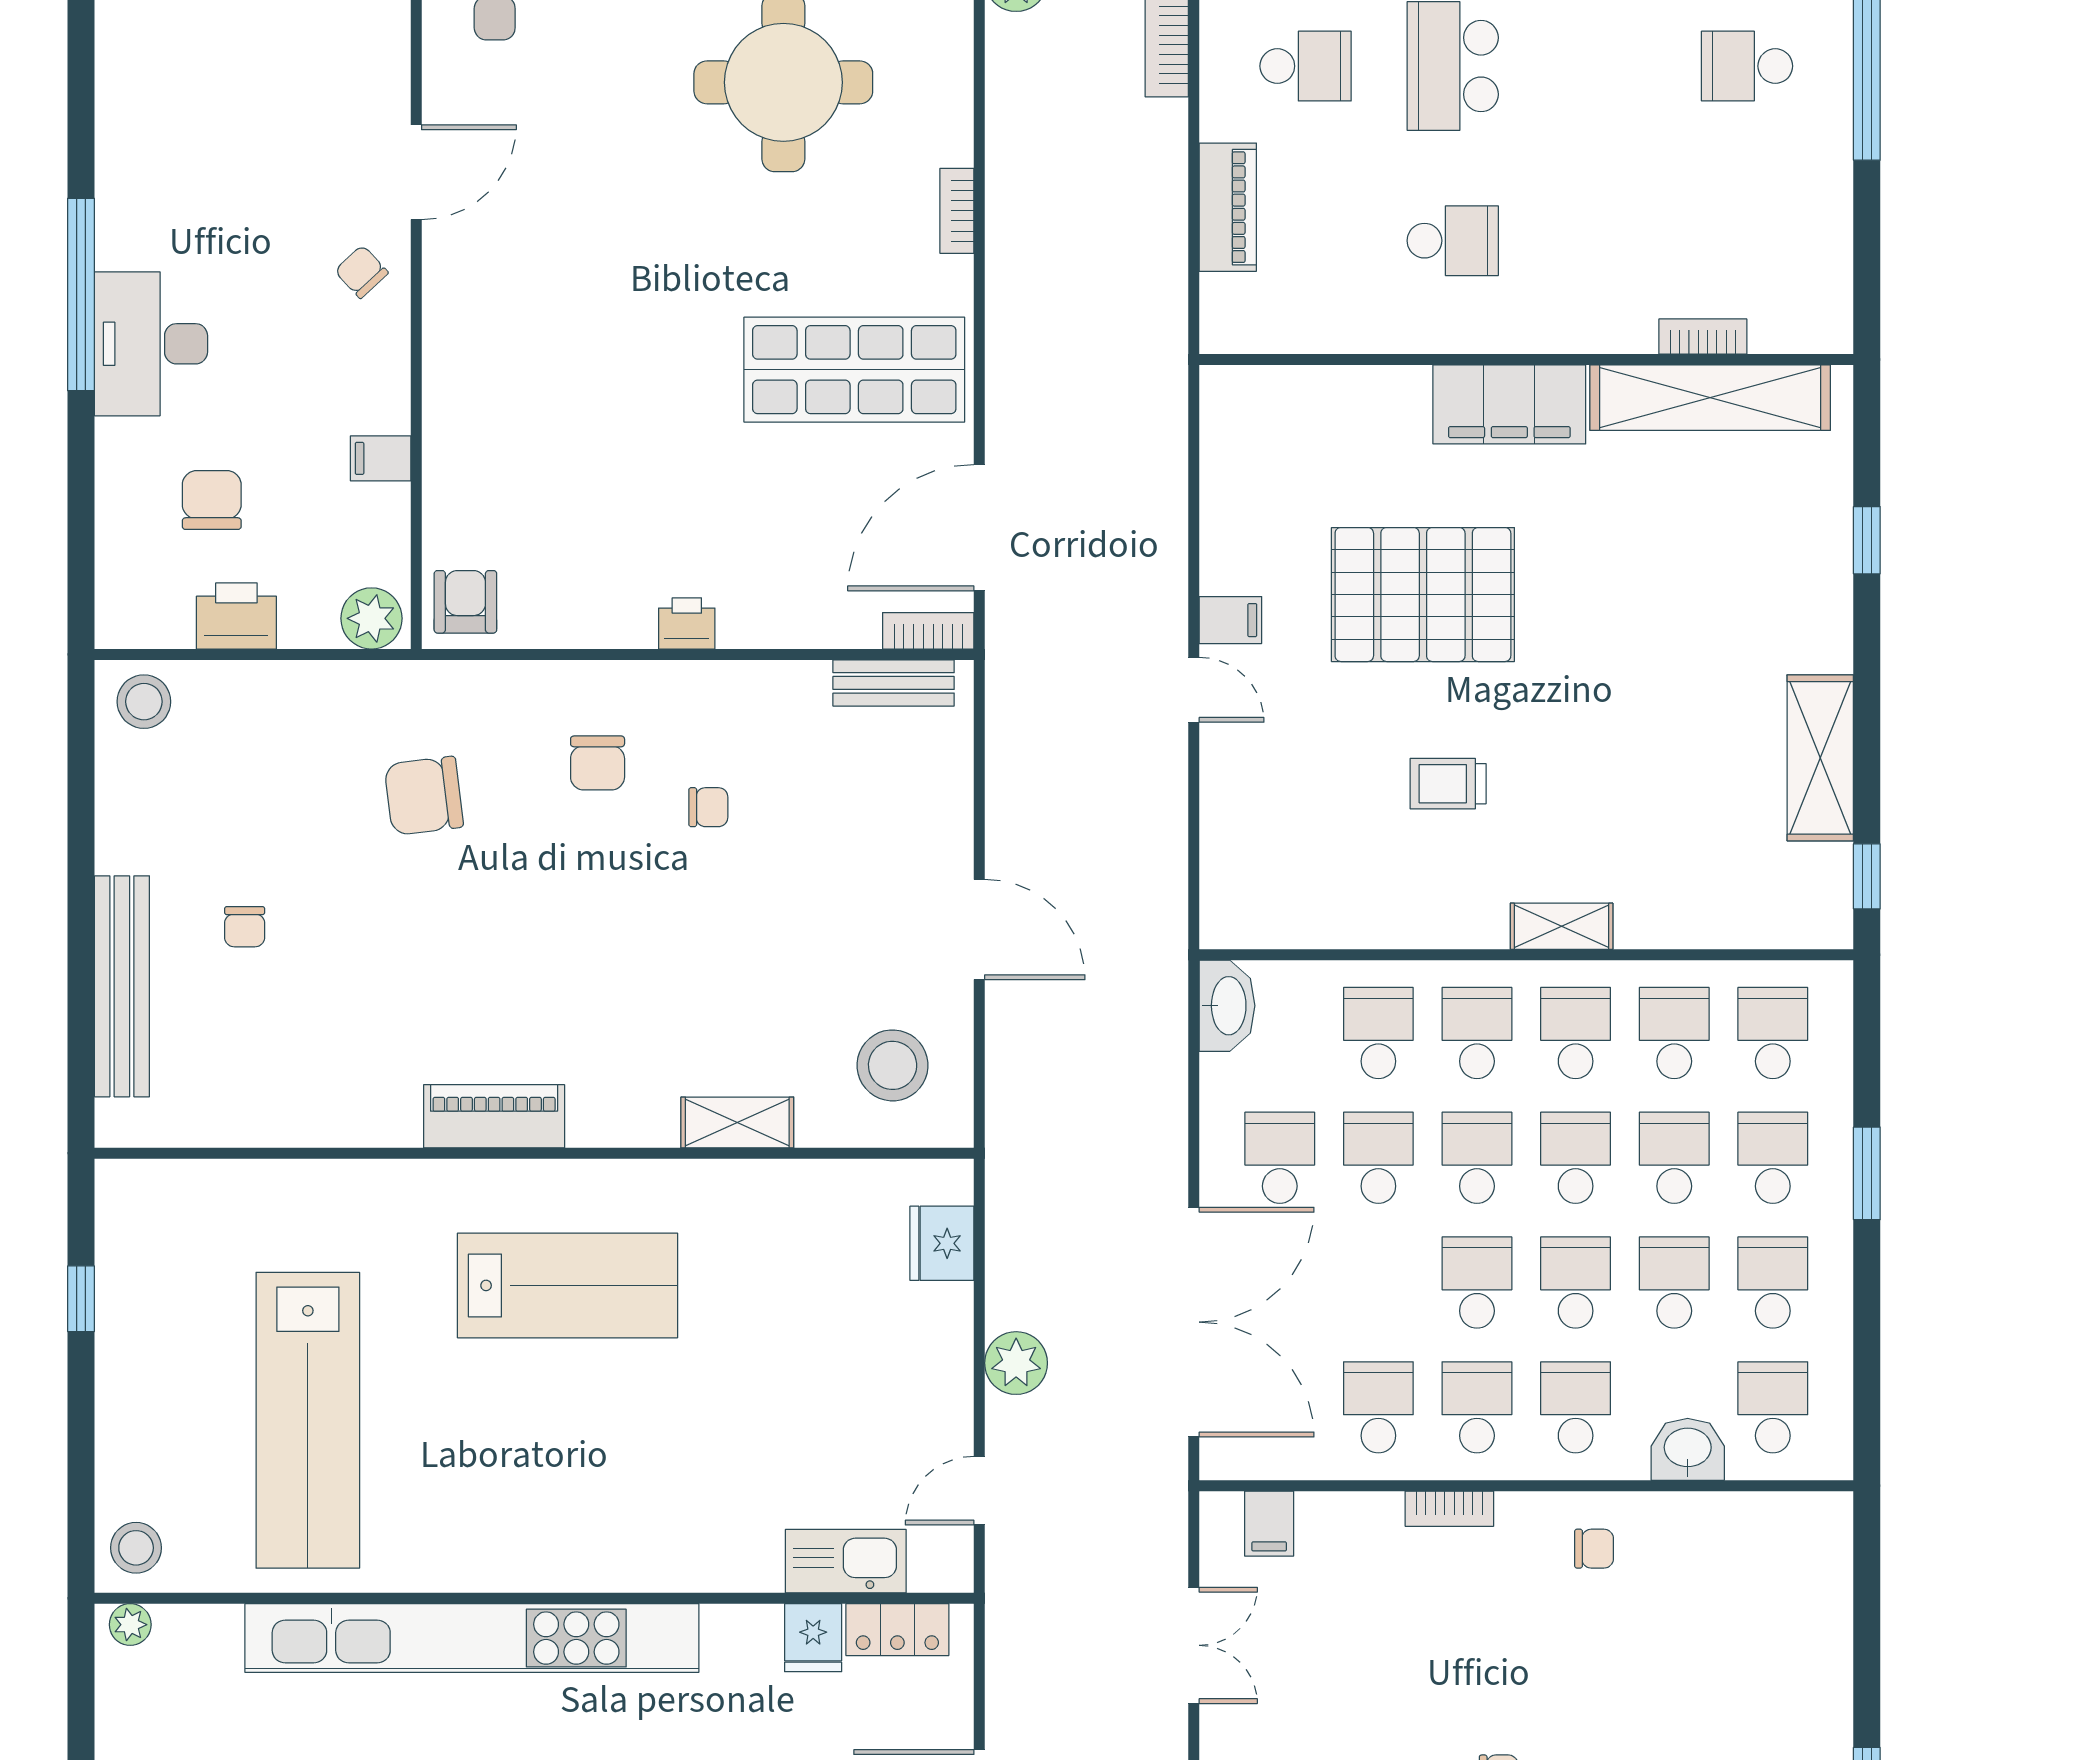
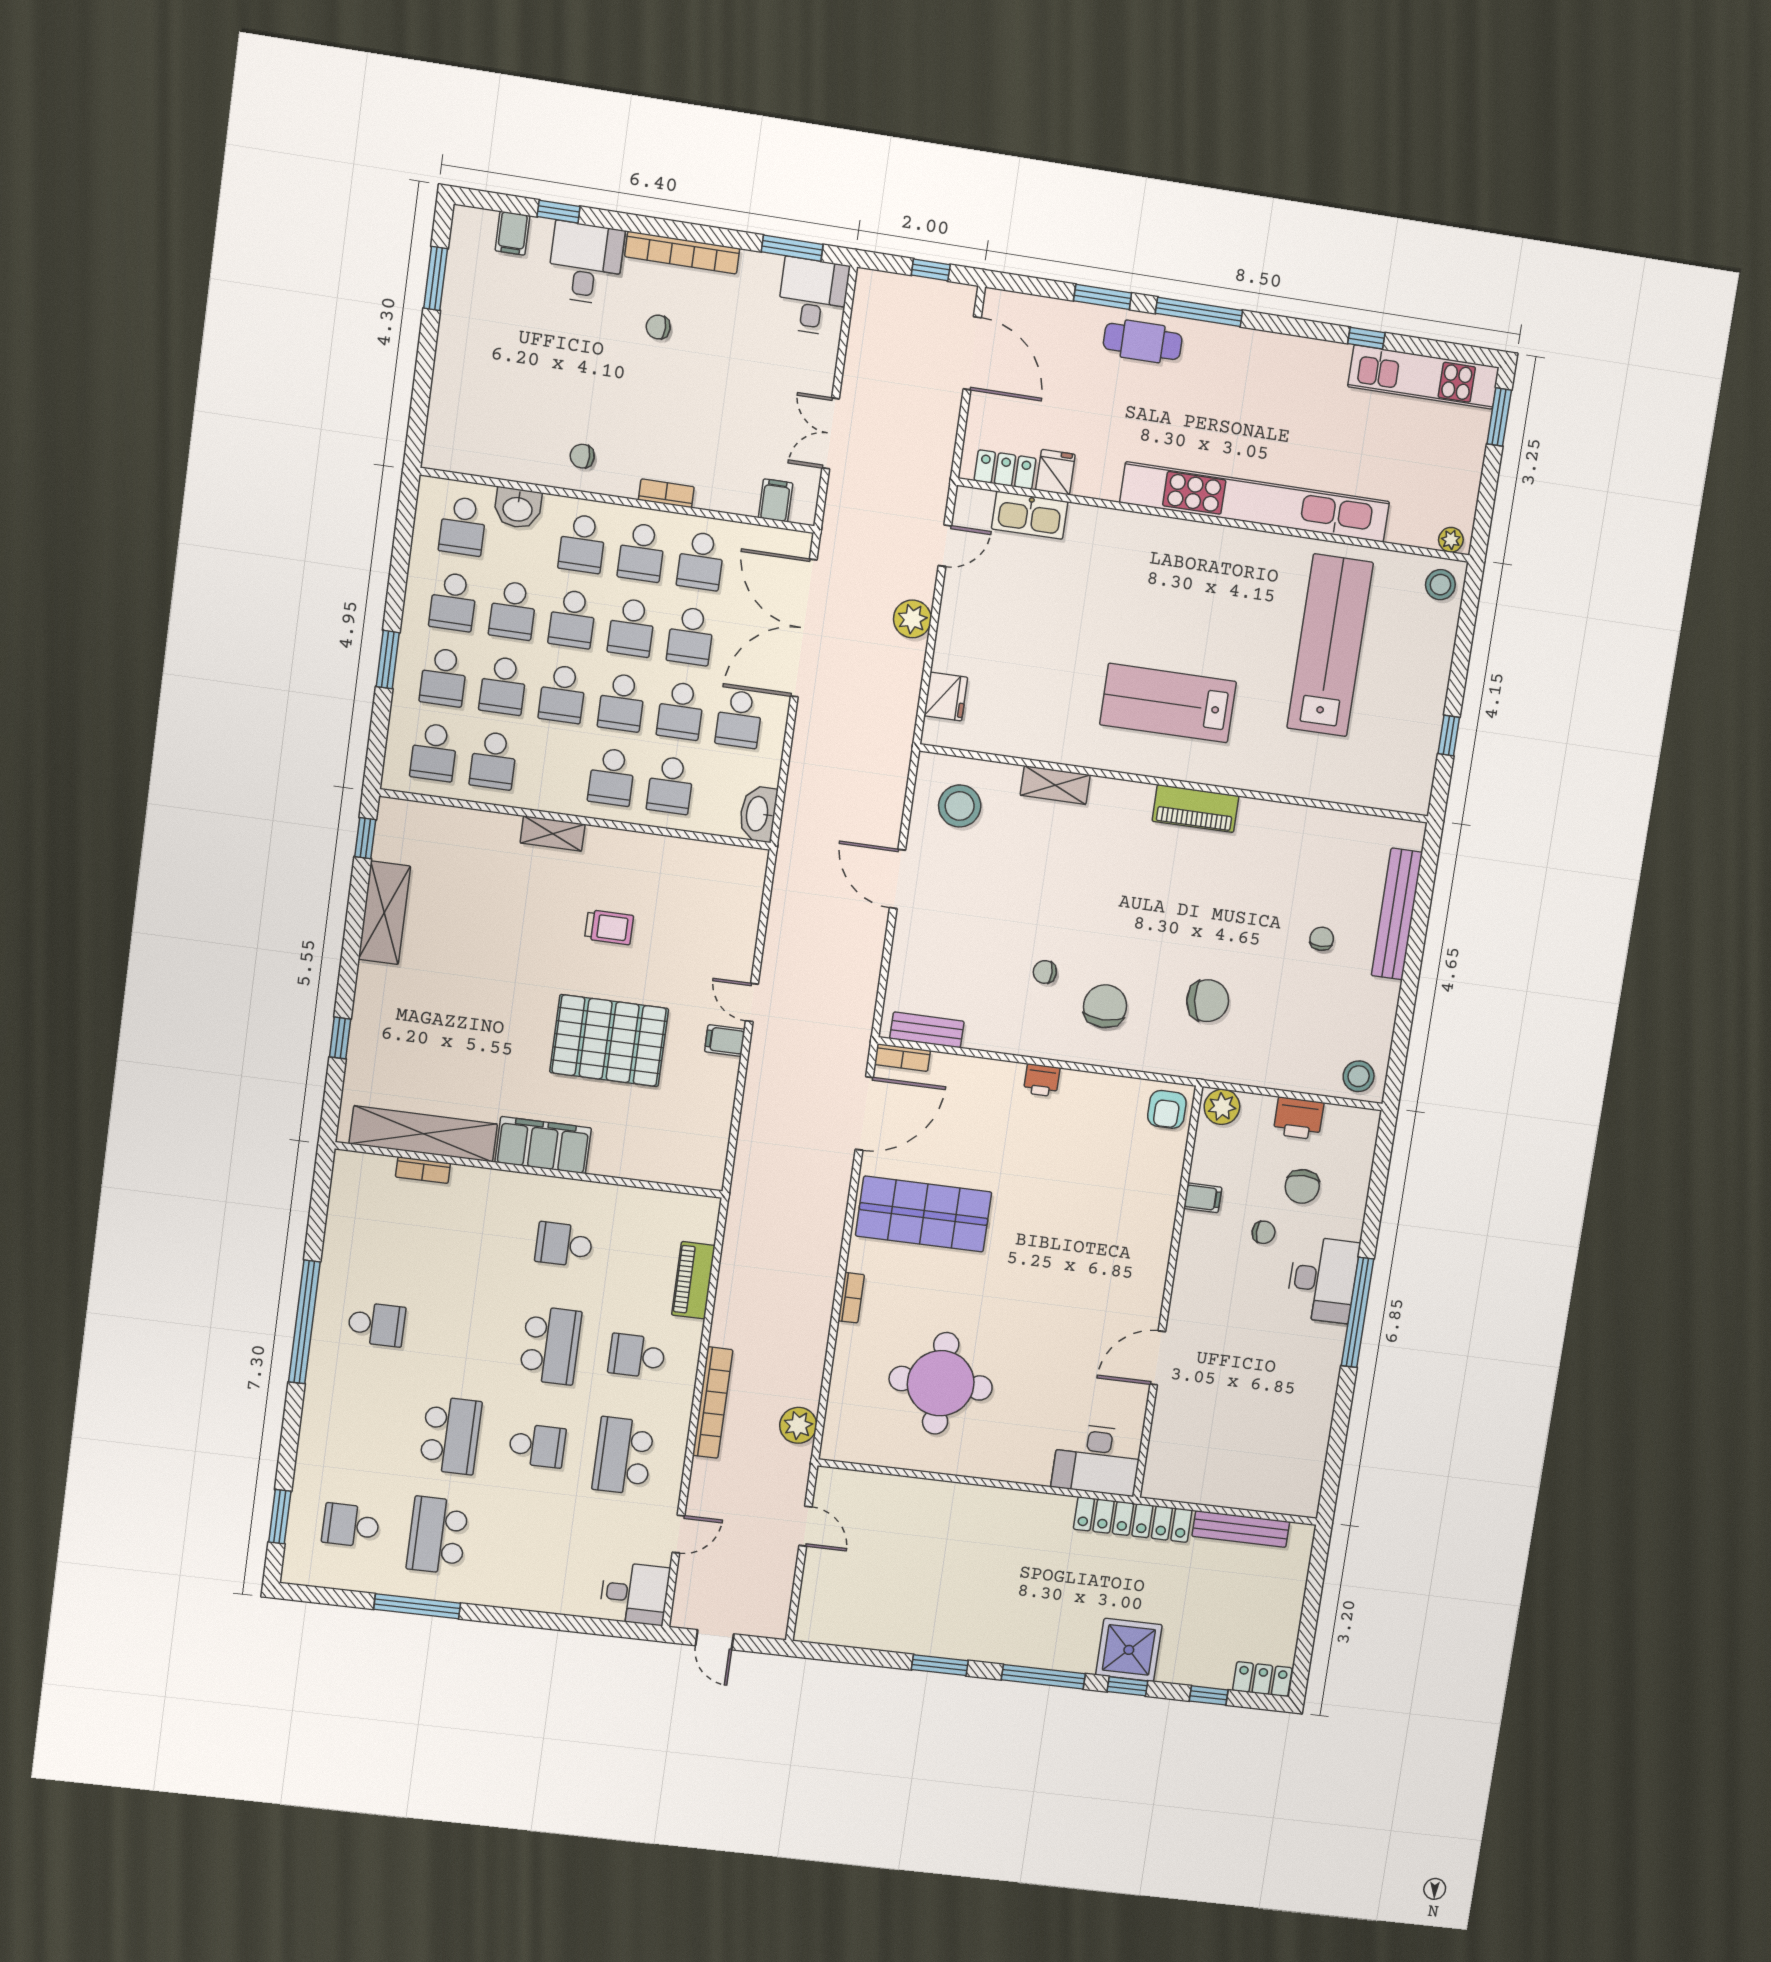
chair: (361, 272) -> (1264, 1232), moved, turned -47
chair: (598, 763) -> (1105, 1006), width x1.37, depth x1.37
school desk: (1576, 1033) -> (691, 636), moved

